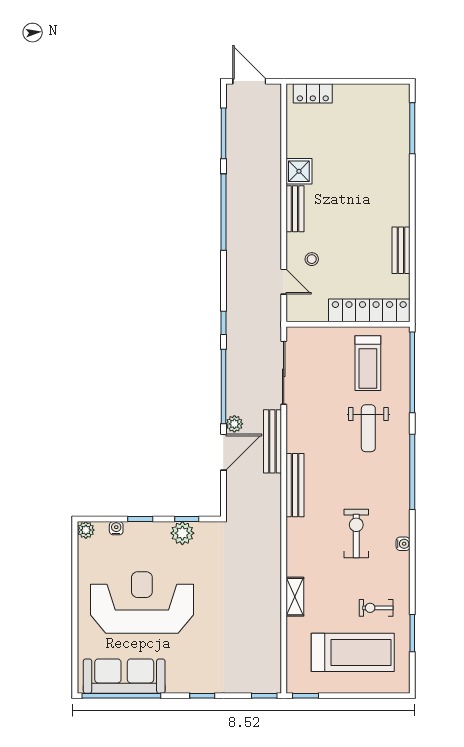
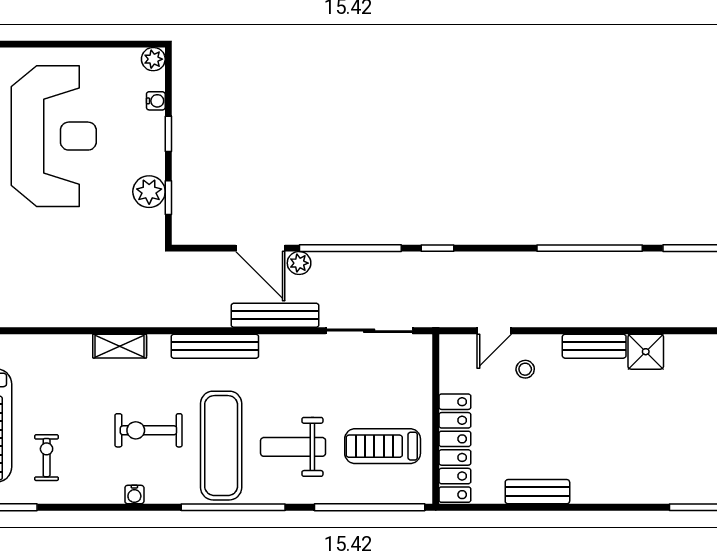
exercise mat: (367, 481) -> (221, 446), added
exercise bike: (356, 534) -> (148, 430), turned 180
shelving: (295, 597) -> (120, 346), moved

